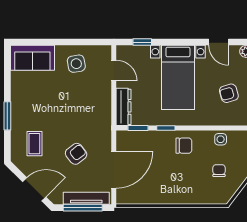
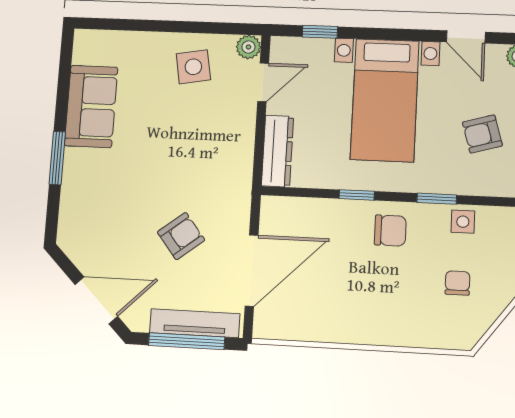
plant: (105, 52) -> (248, 47), added
sofa: (32, 58) -> (91, 106), moved, turned -90
door: (114, 71) -> (263, 82), hinge flipped
window: (138, 128) -> (437, 199), moved
coffee table: (34, 144) -> (104, 213), removed

